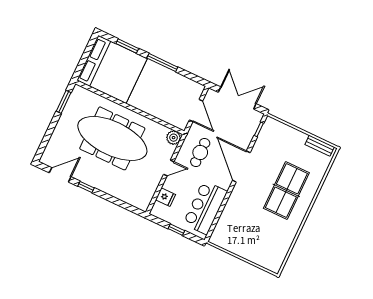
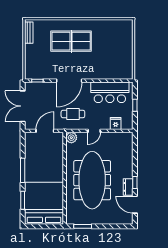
door: (169, 168) -> (94, 131), swing flipped
dresser: (85, 177) -> (128, 187), added

